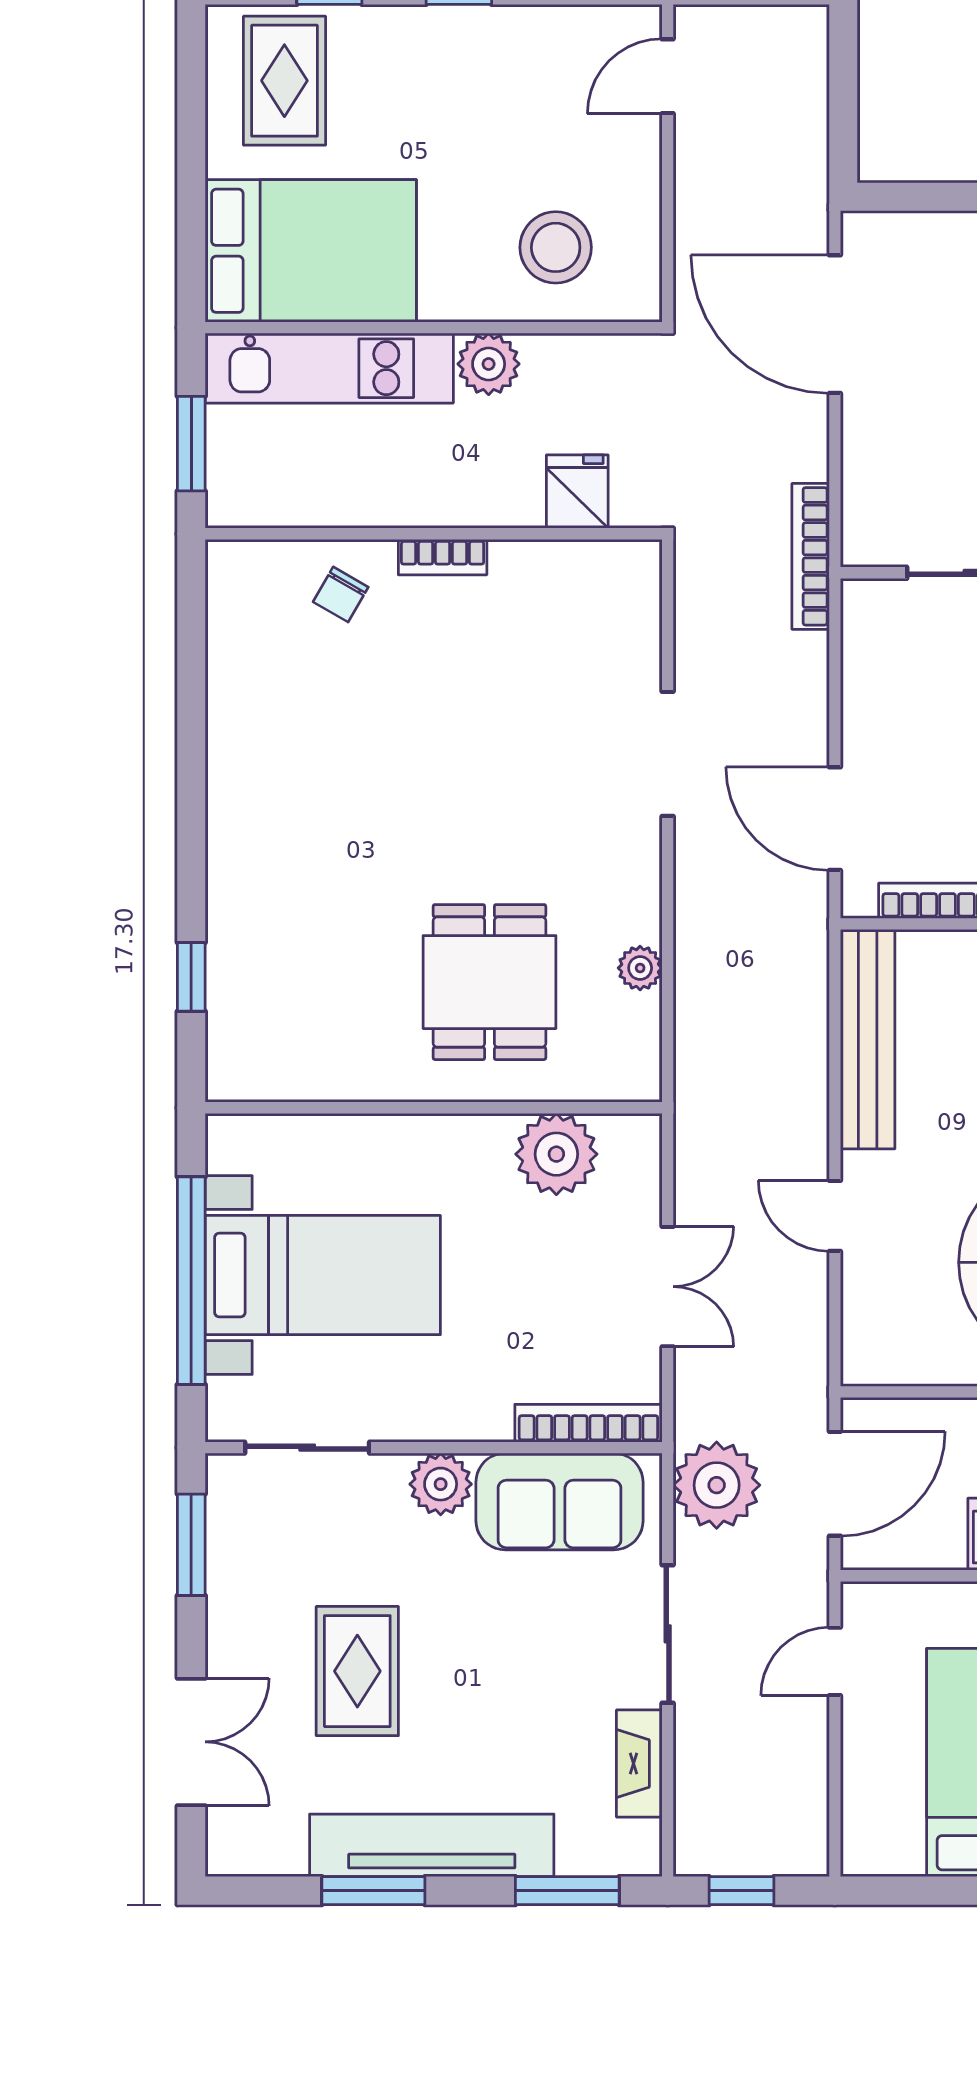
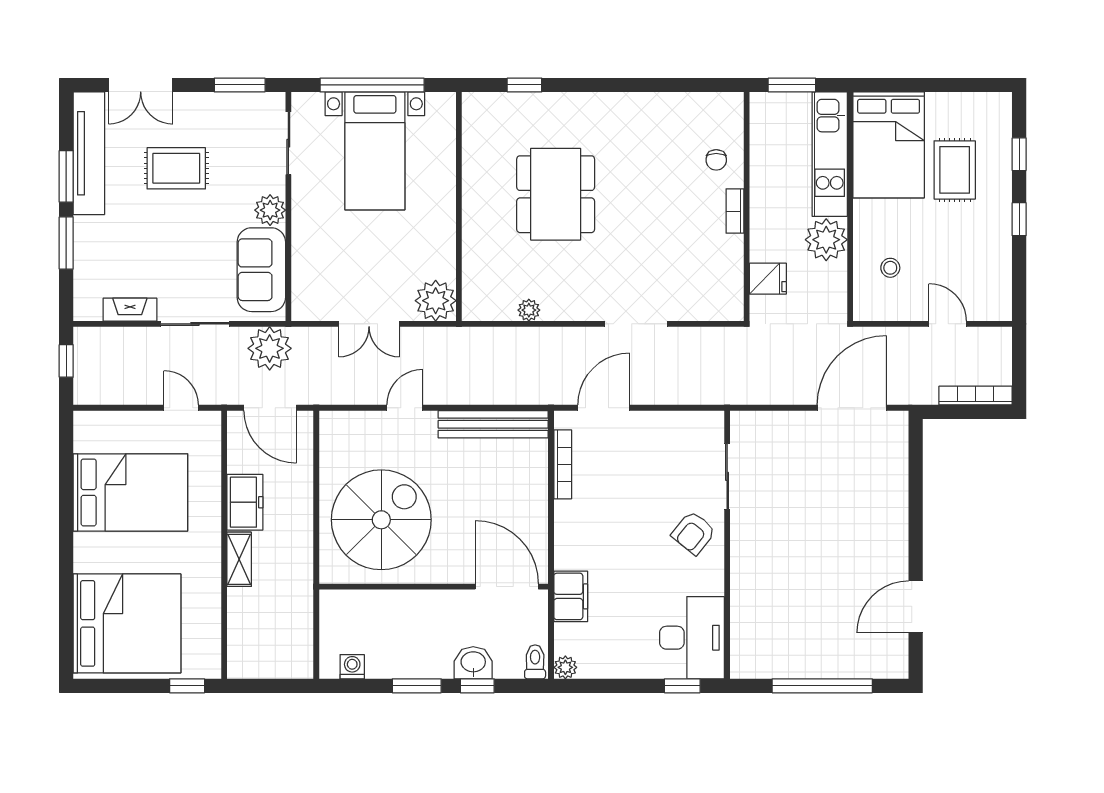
door: (668, 76) -> (948, 324), moved
rug: (284, 81) -> (955, 170), moved, turned 90
stool: (556, 247) -> (890, 268), width x0.53, depth x0.53
plant: (489, 364) -> (826, 240), width x1.36, depth x1.36
bookcase: (811, 556) -> (976, 396), moved
chair: (341, 594) -> (716, 160), turned -120
dining table: (489, 982) -> (556, 194), moved, width x1.38
plant: (556, 1154) -> (436, 301), moved
bookcase: (588, 1423) -> (301, 284), removed
tv unit: (432, 1845) -> (89, 153), moved
window: (567, 1891) -> (66, 243), moved

